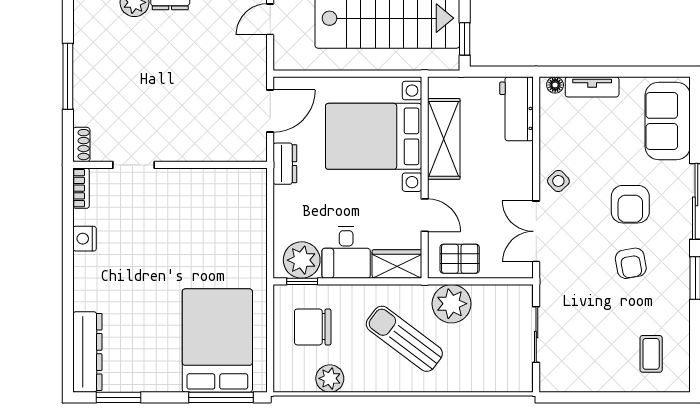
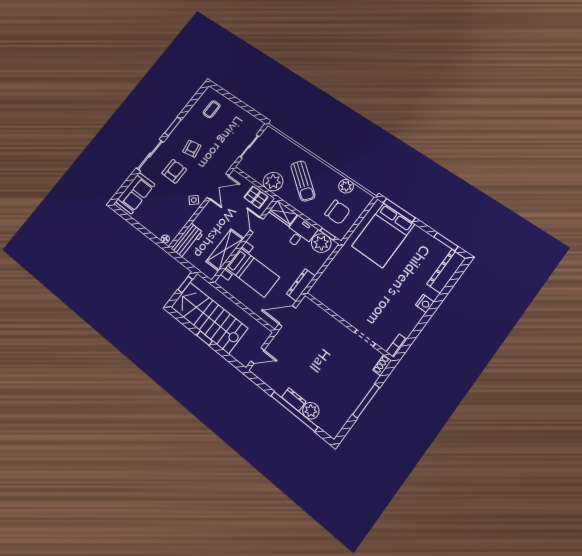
tv unit: (592, 87) -> (152, 227), removed
bed with nightstands: (374, 136) -> (252, 272), width x0.73
dresser: (285, 164) -> (301, 285), width x1.44
nightstand: (85, 239) -> (425, 304), moved

